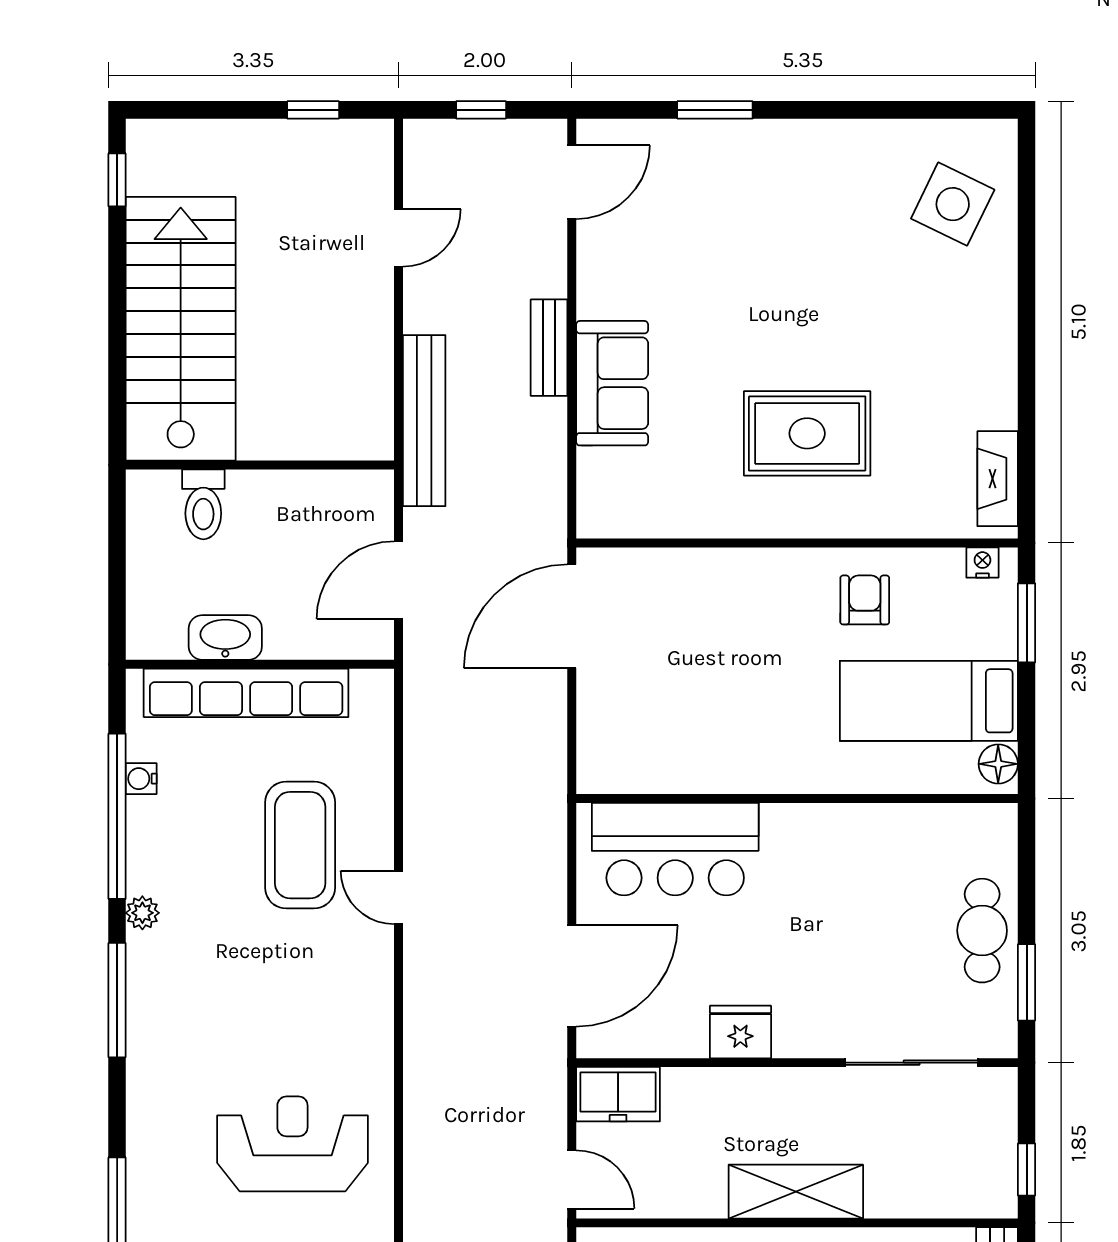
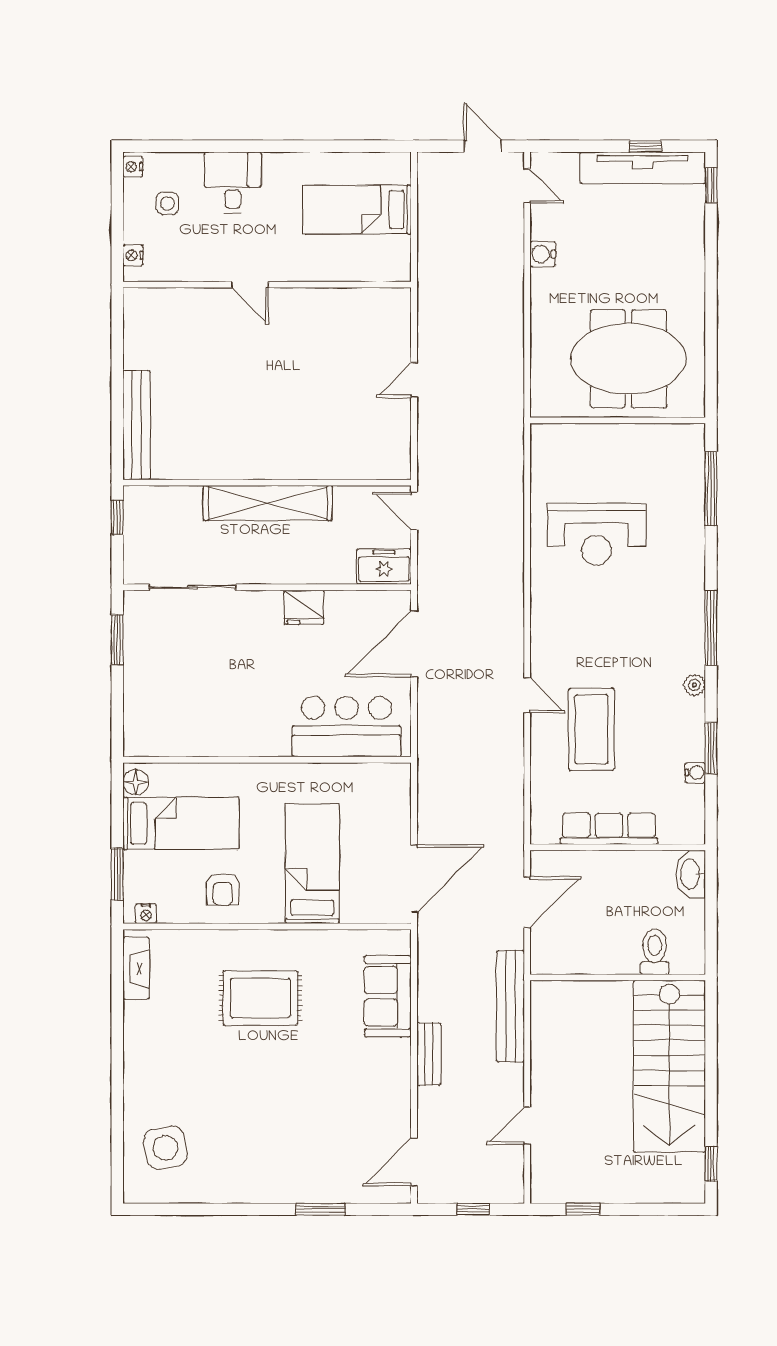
side table: (953, 204) -> (165, 1148), turned -36
sofa: (612, 383) -> (388, 996), moved
washbasin: (225, 638) -> (691, 874), moved, turned 90
bed: (728, 639) -> (312, 864), added
row of seats: (246, 693) -> (609, 829), width x0.73
window: (117, 816) -> (711, 748), width x0.47
cafe table: (982, 931) -> (146, 673), removed
shelving: (796, 1192) -> (268, 503), width x1.47

